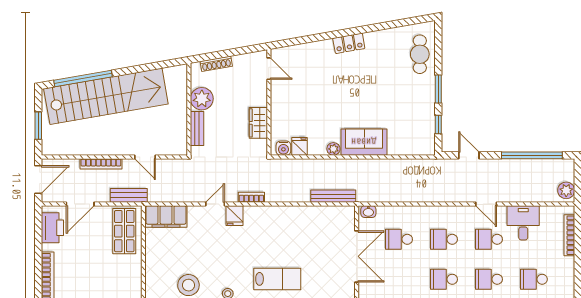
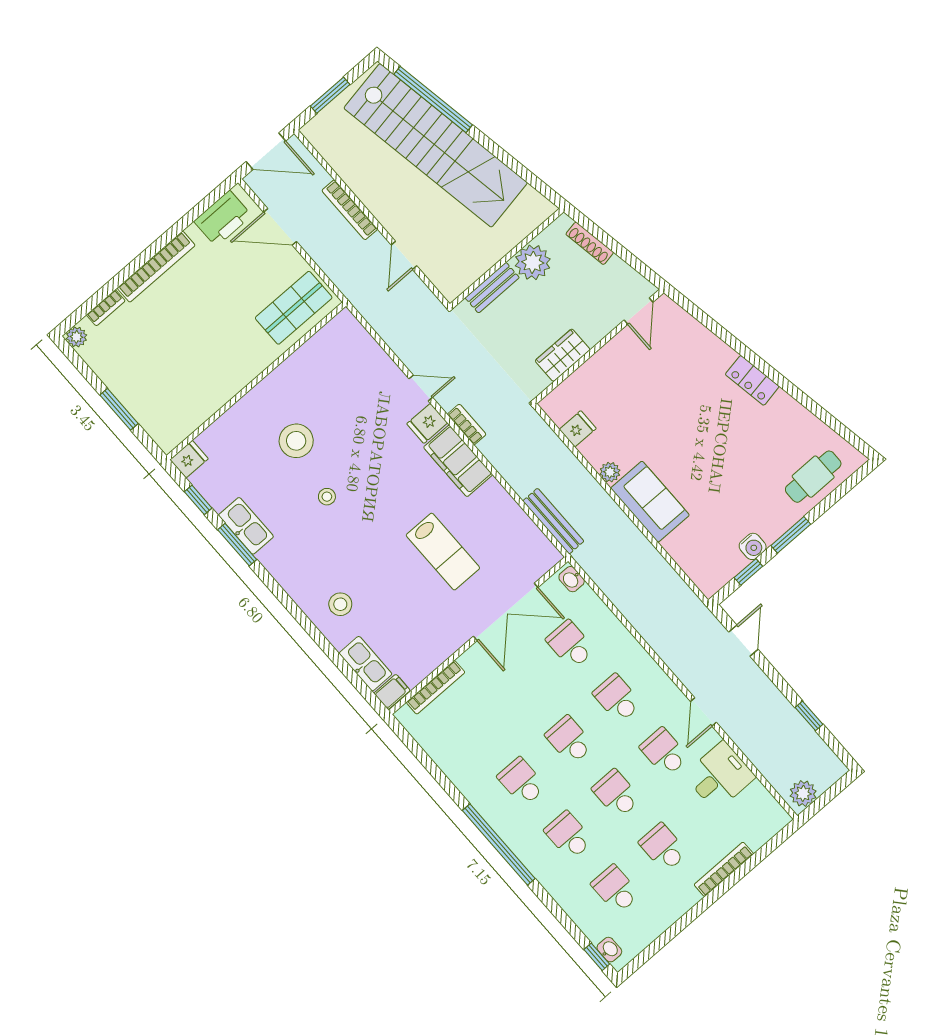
water cooler: (283, 148) -> (753, 546), moved, turned -90
window: (532, 155) -> (809, 716), width x0.32
bench: (129, 195) -> (341, 276), removed
filing cabinet: (166, 216) -> (458, 461), moved
bookcase: (569, 235) -> (724, 869), moved
lab bench: (277, 279) -> (443, 552), moved

